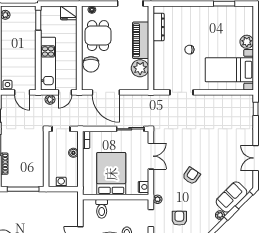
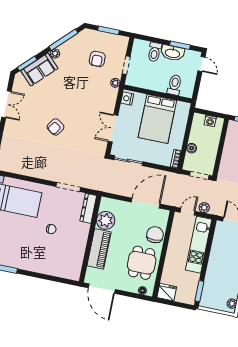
dresser: (159, 27) -> (88, 208), moved
door: (106, 92) -> (146, 203), hinge flipped
armchair: (191, 176) -> (56, 127), moved

